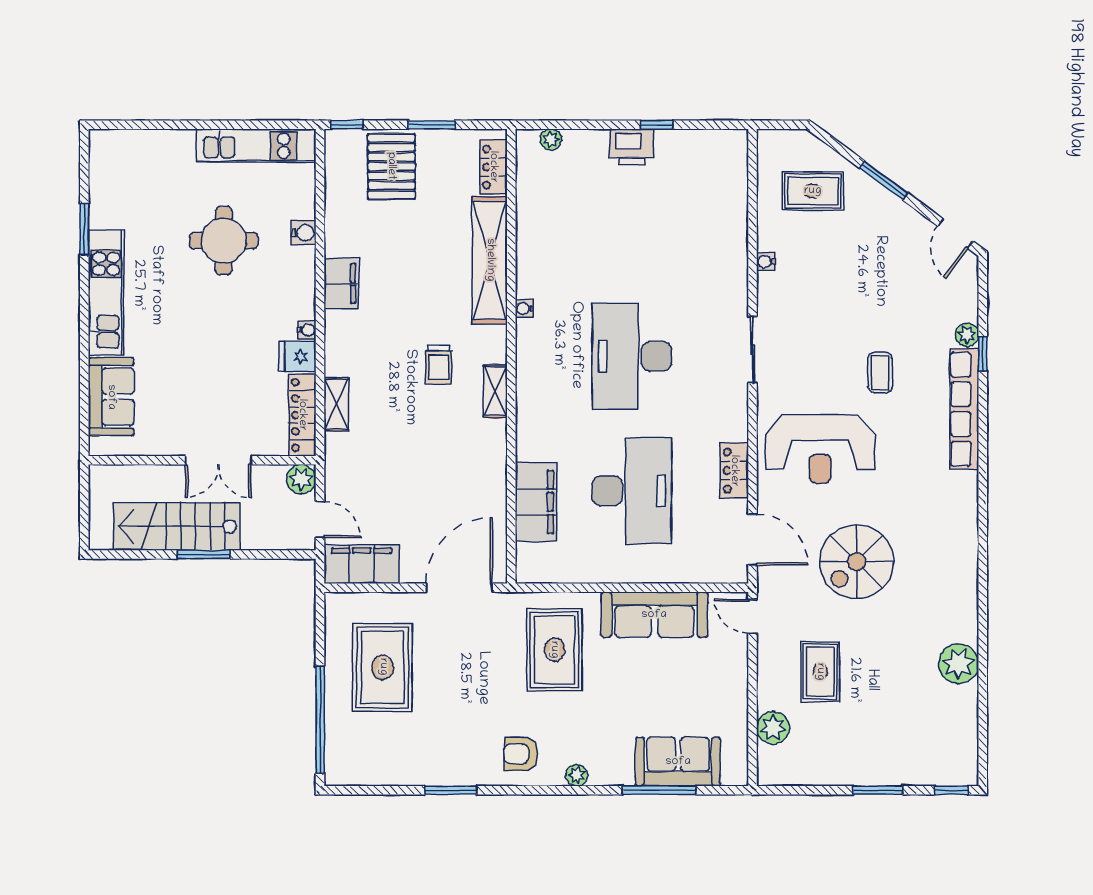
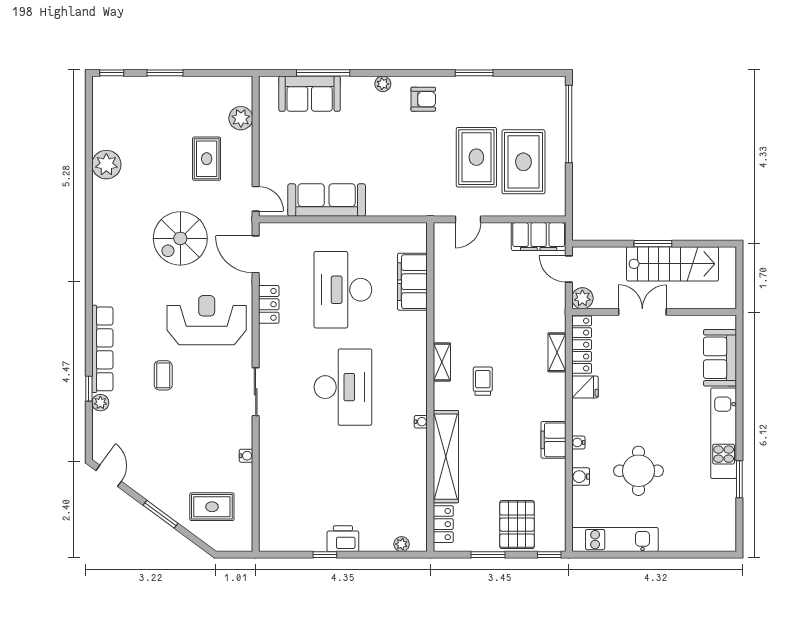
water cooler: (307, 330) -> (578, 442), moved
spiral stairs: (857, 562) -> (180, 238), turned 180
door: (459, 588) -> (468, 219), width x0.53
rug: (554, 650) -> (476, 157), moved

